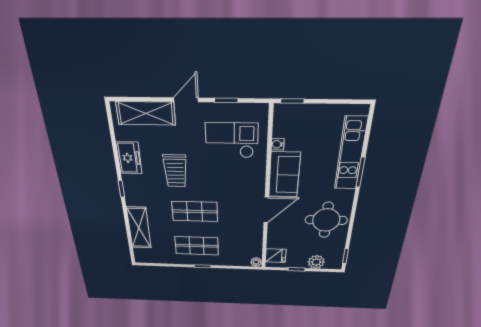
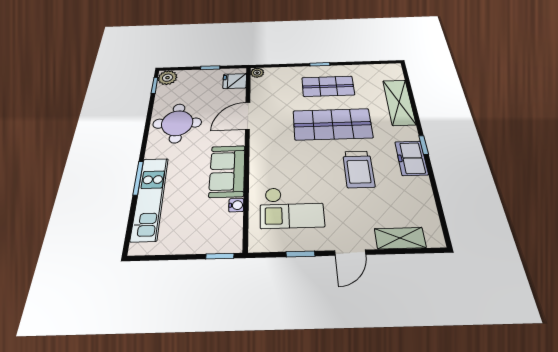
shelving: (146, 113) -> (400, 238), width x0.67, depth x0.75
freezer: (129, 158) -> (411, 158), moved
trolley: (175, 171) -> (359, 169), turned 180
door: (266, 210) -> (248, 116), moved
shop shelf: (195, 211) -> (332, 124), width x1.43, depth x1.36
plant: (316, 262) -> (168, 78), moved

